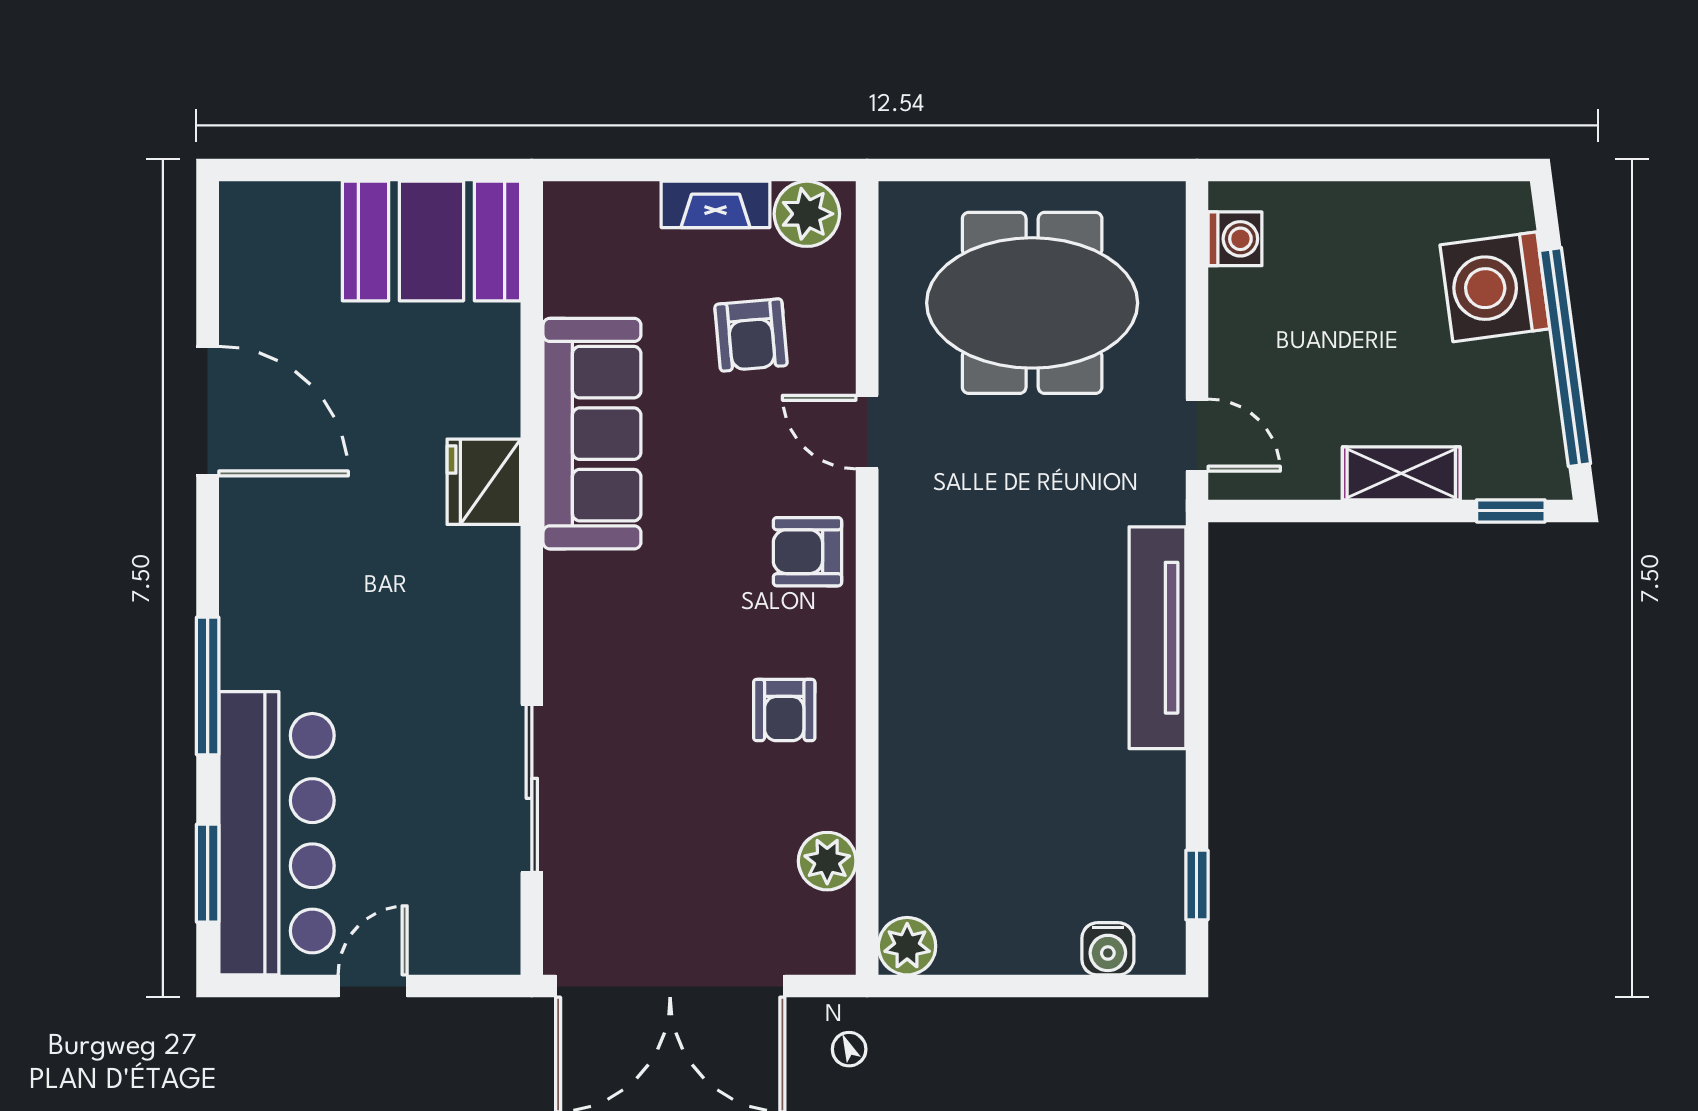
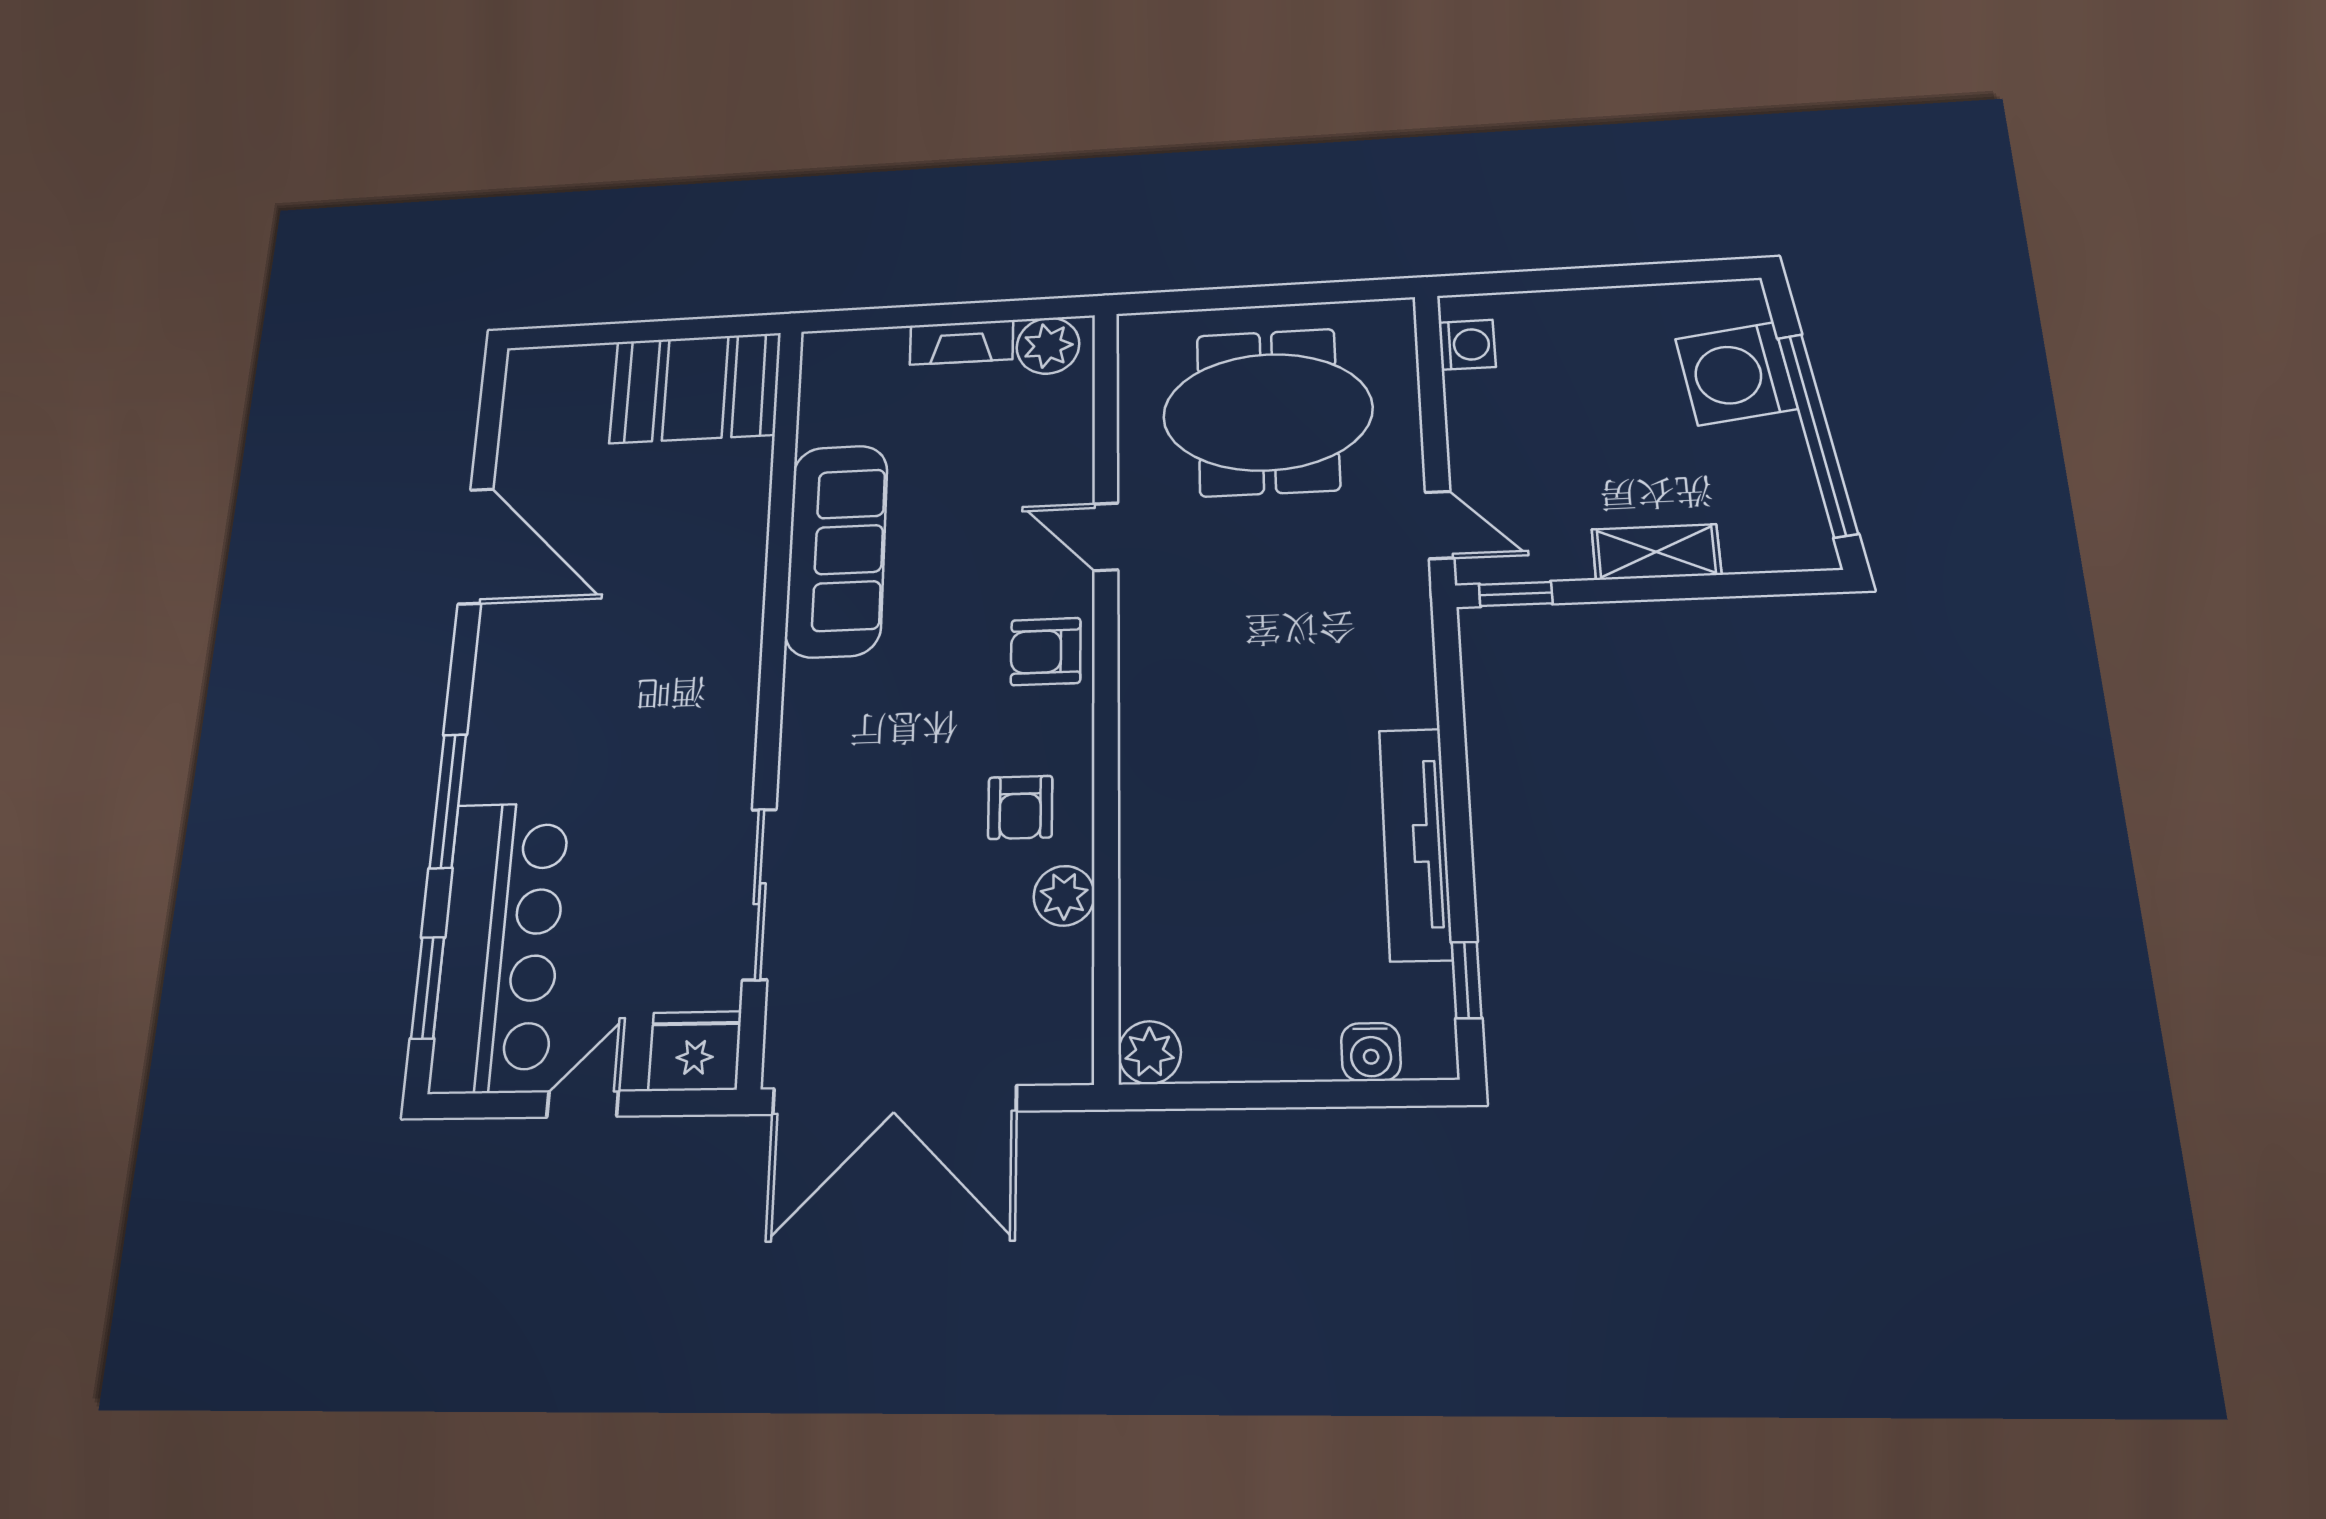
armchair: (751, 335) -> (993, 454), removed
fridge: (484, 482) -> (695, 1051), moved, turned 90
window: (1511, 511) -> (1516, 594), moved
tv unit: (1157, 638) -> (1415, 844), moved
plant: (827, 861) -> (1064, 896), moved

